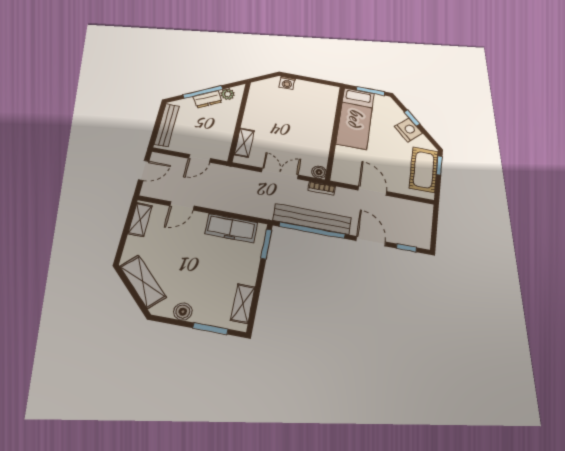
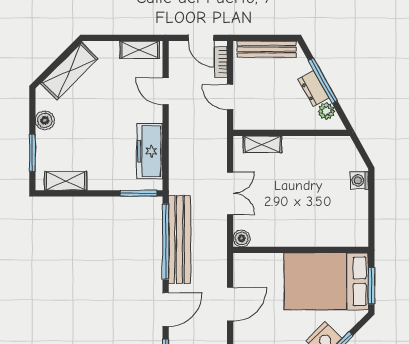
bed: (355, 118) -> (326, 281), width x1.50
bookcase: (322, 188) -> (221, 62), moved

